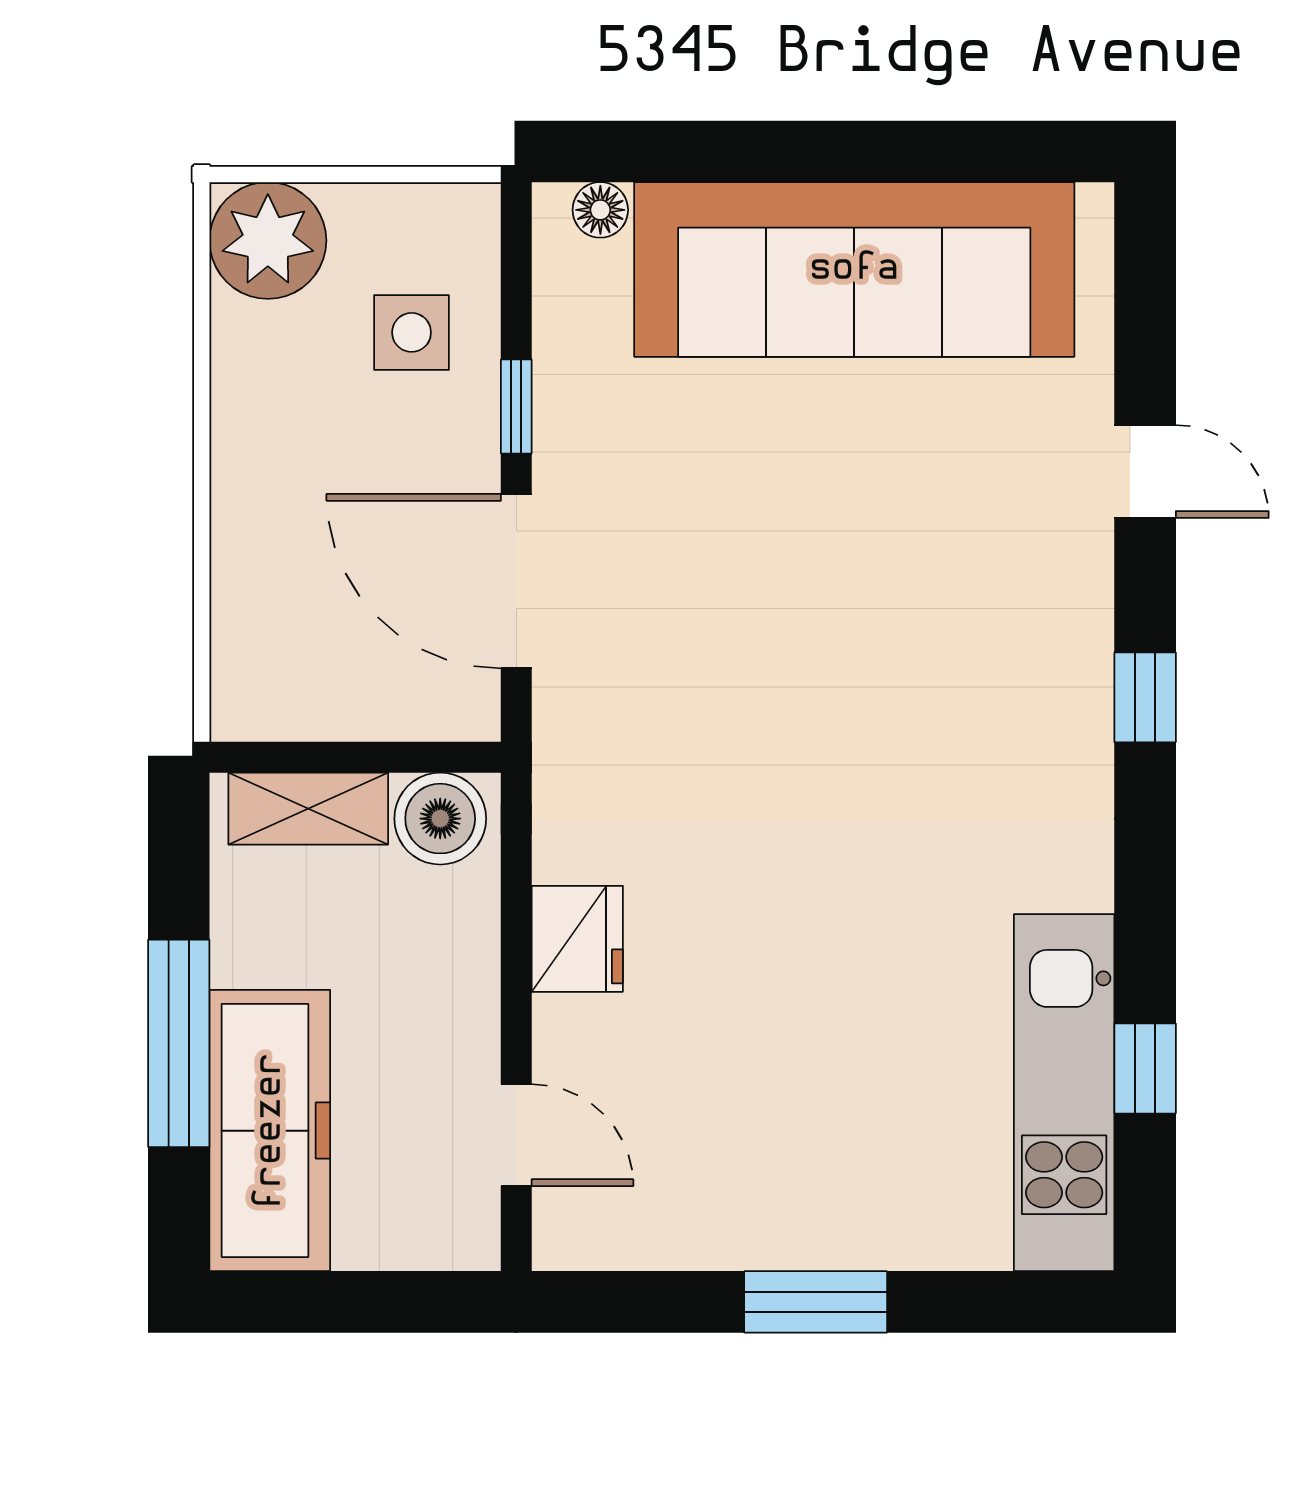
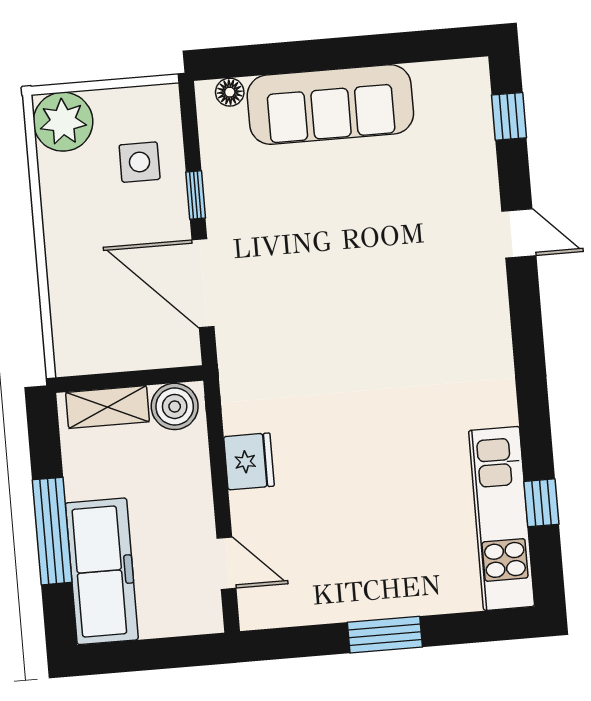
sofa: (854, 269) -> (330, 105), width x0.74, depth x0.79
door: (1145, 471) -> (519, 233), moved
window: (1145, 697) -> (509, 116), moved

